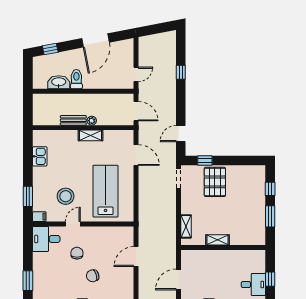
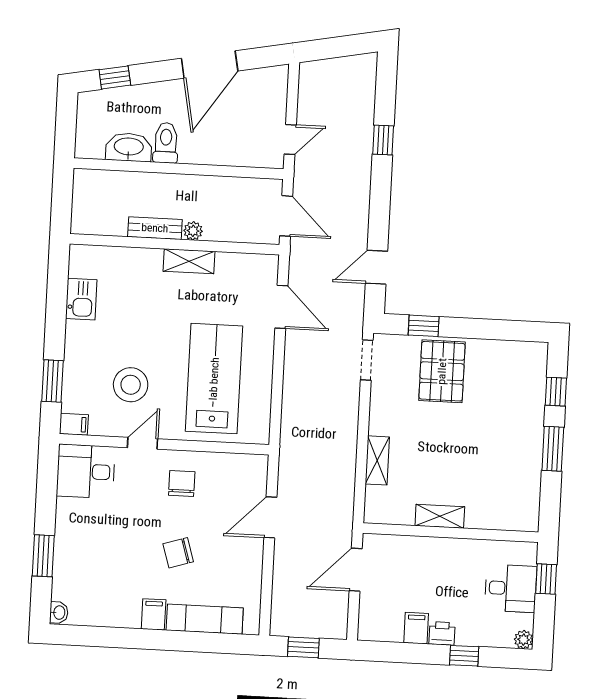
shelving: (217, 240) -> (440, 516), moved
wall: (223, 248) -> (451, 533), moved
chair: (77, 253) -> (182, 483), moved

